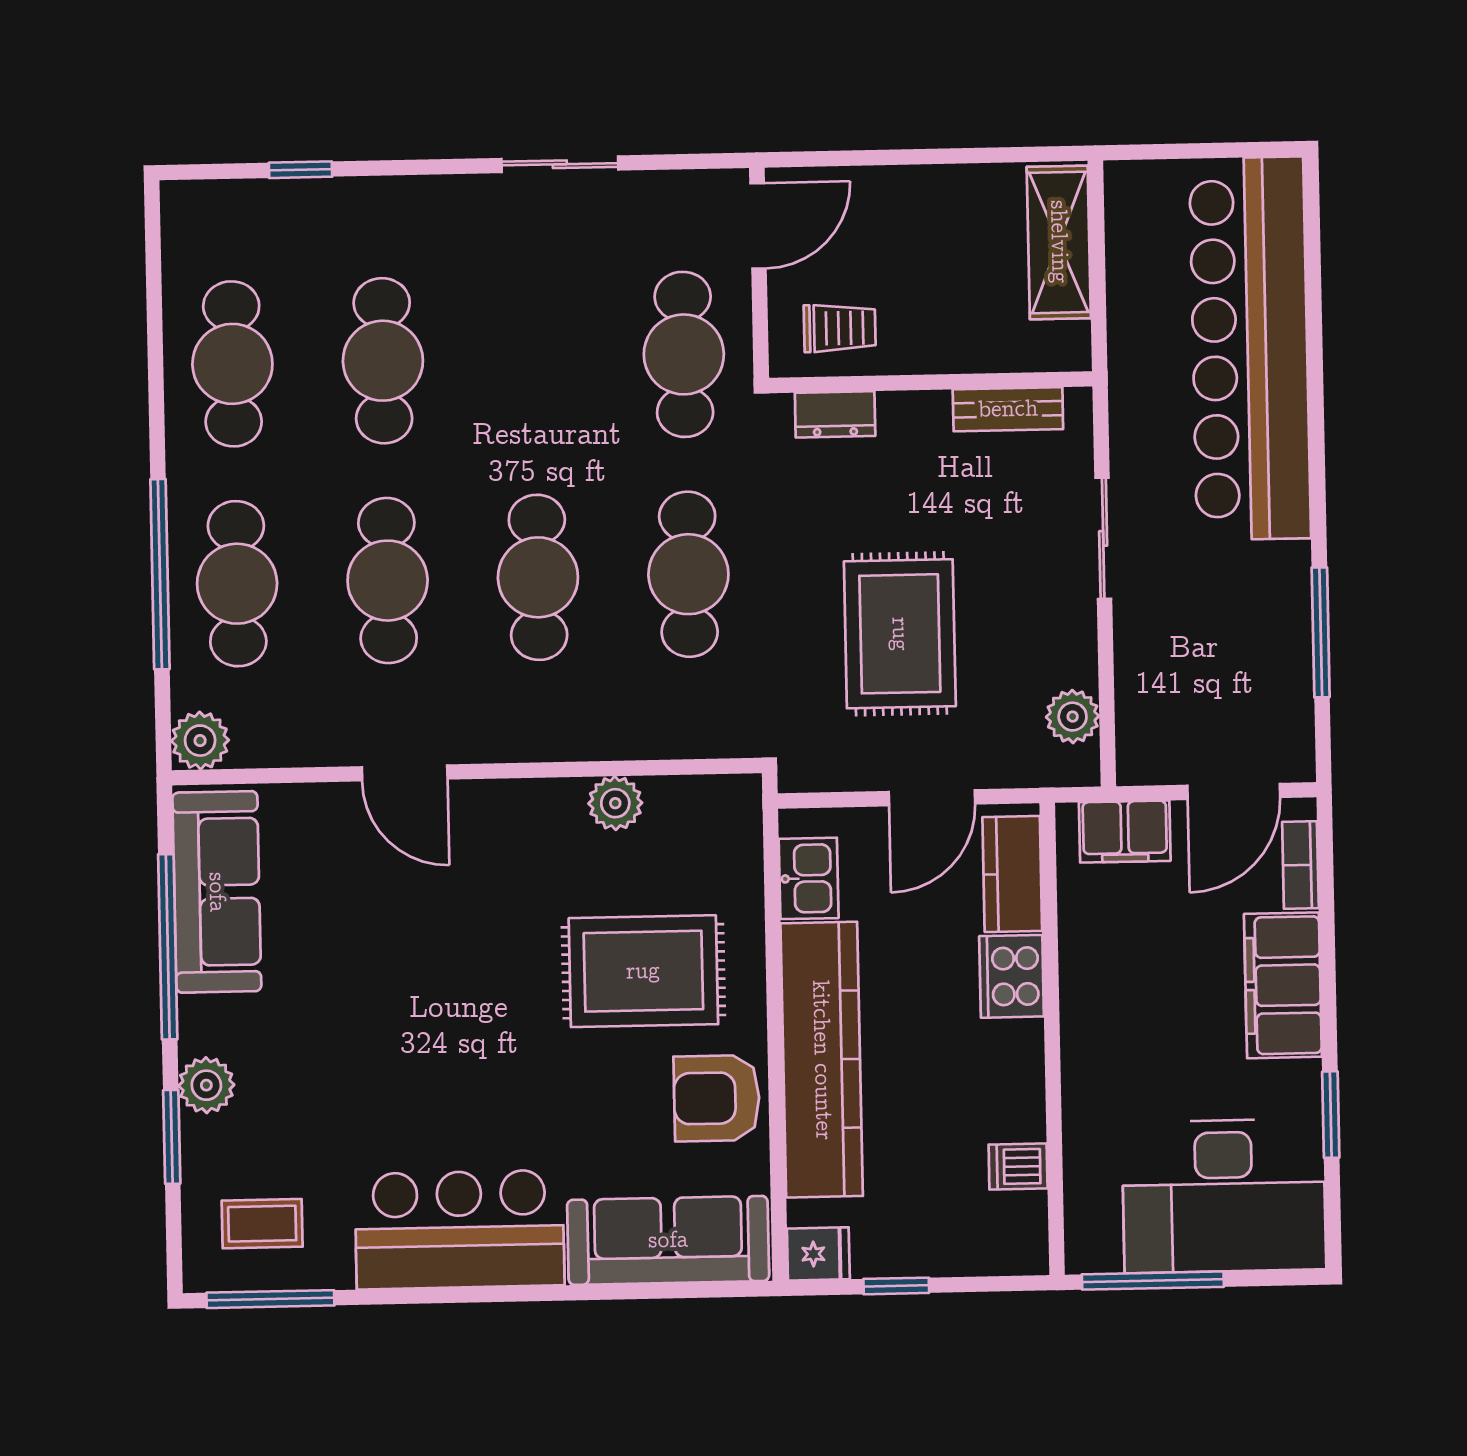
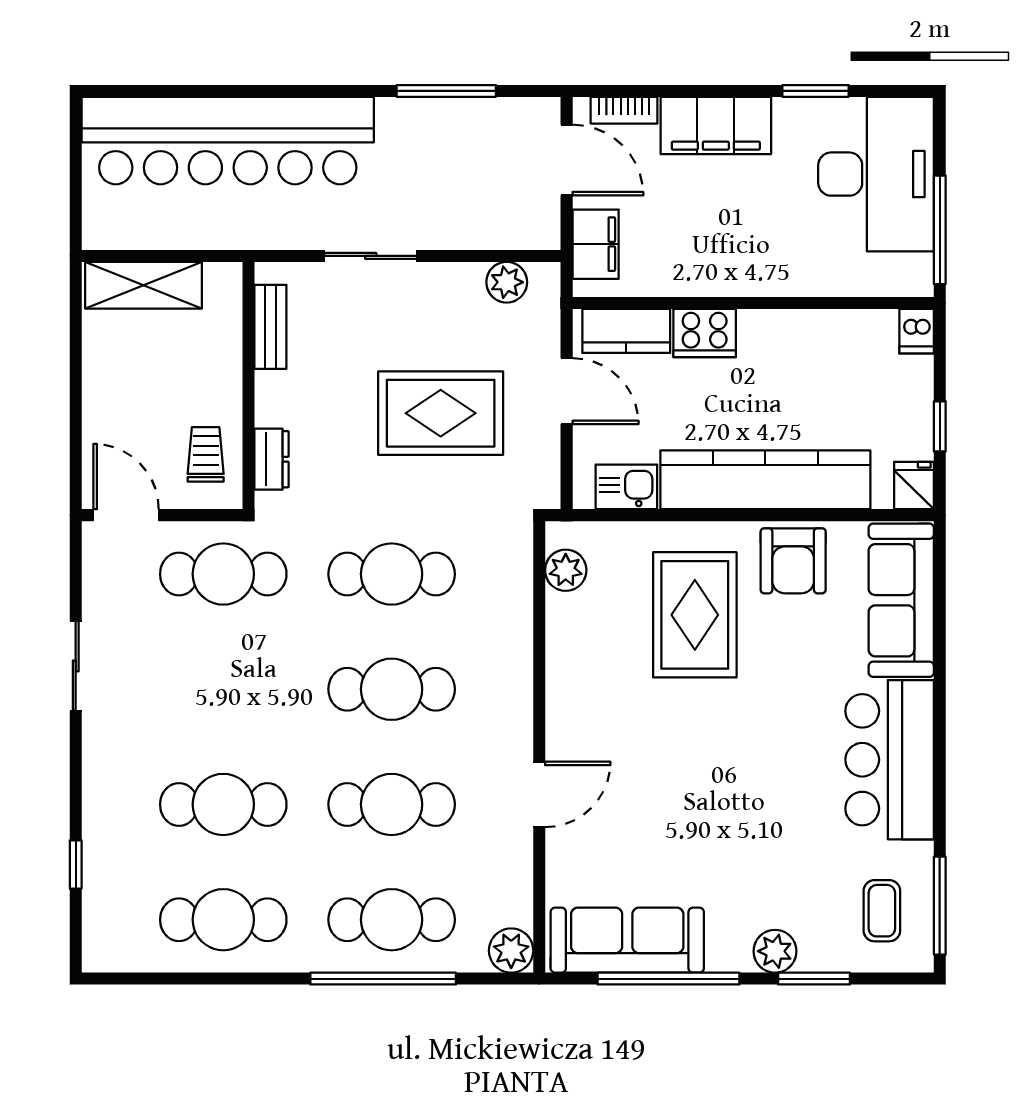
plant: (615, 803) -> (566, 570), moved
dishwasher: (1018, 1166) -> (917, 331), moved

